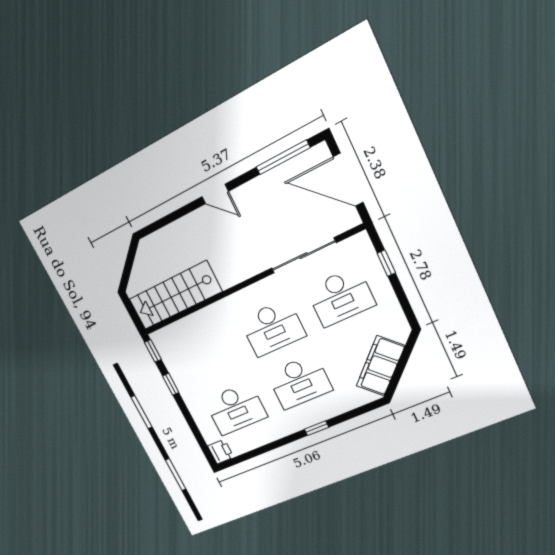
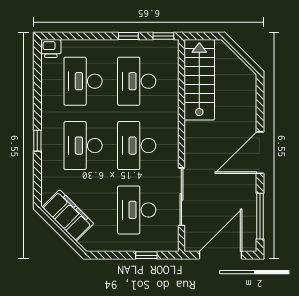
door: (215, 194) -> (260, 153), width x1.88
desk: (209, 357) -> (137, 81), added

